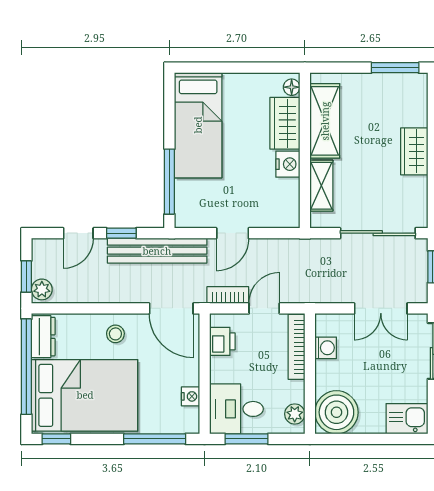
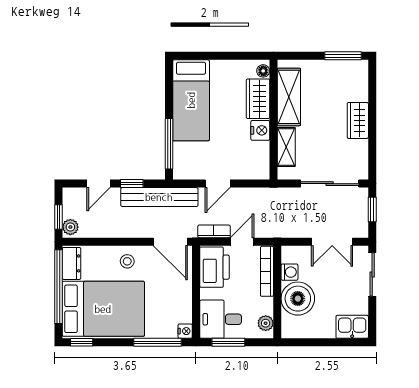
printer: (222, 341) -> (214, 267), width x1.87, depth x1.48
nightstand: (191, 396) -> (185, 331), moved
boiler: (336, 412) -> (298, 299), moved

